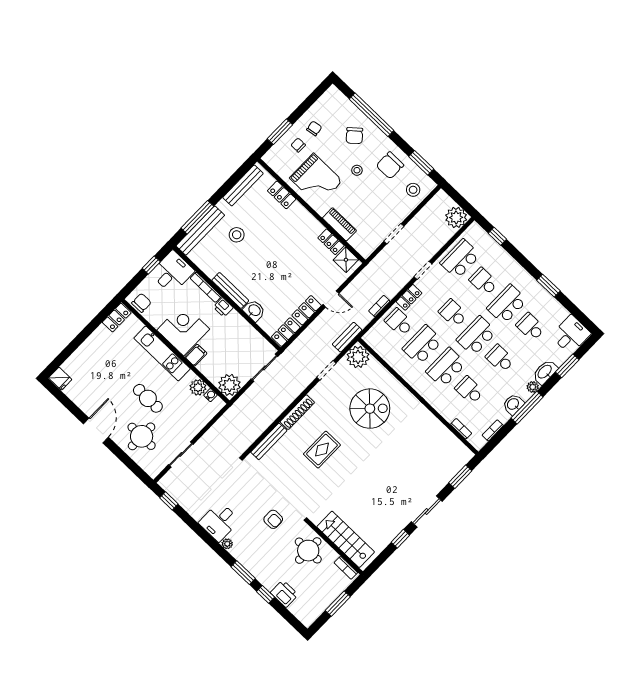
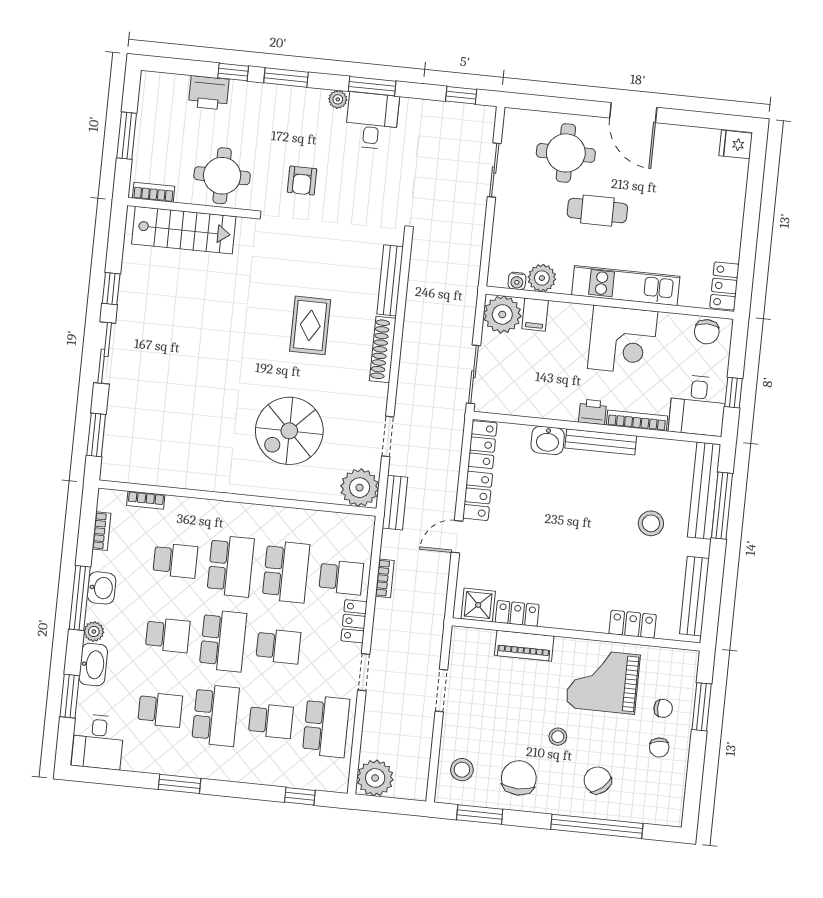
filing cabinet: (196, 355) -> (535, 315), moved
armchair: (273, 519) -> (302, 181), turned -90
window: (207, 537) -> (372, 86), added

